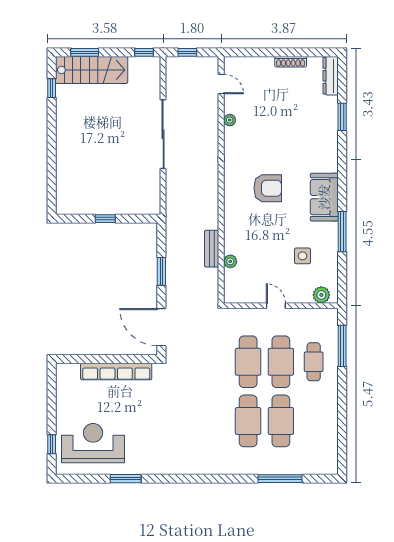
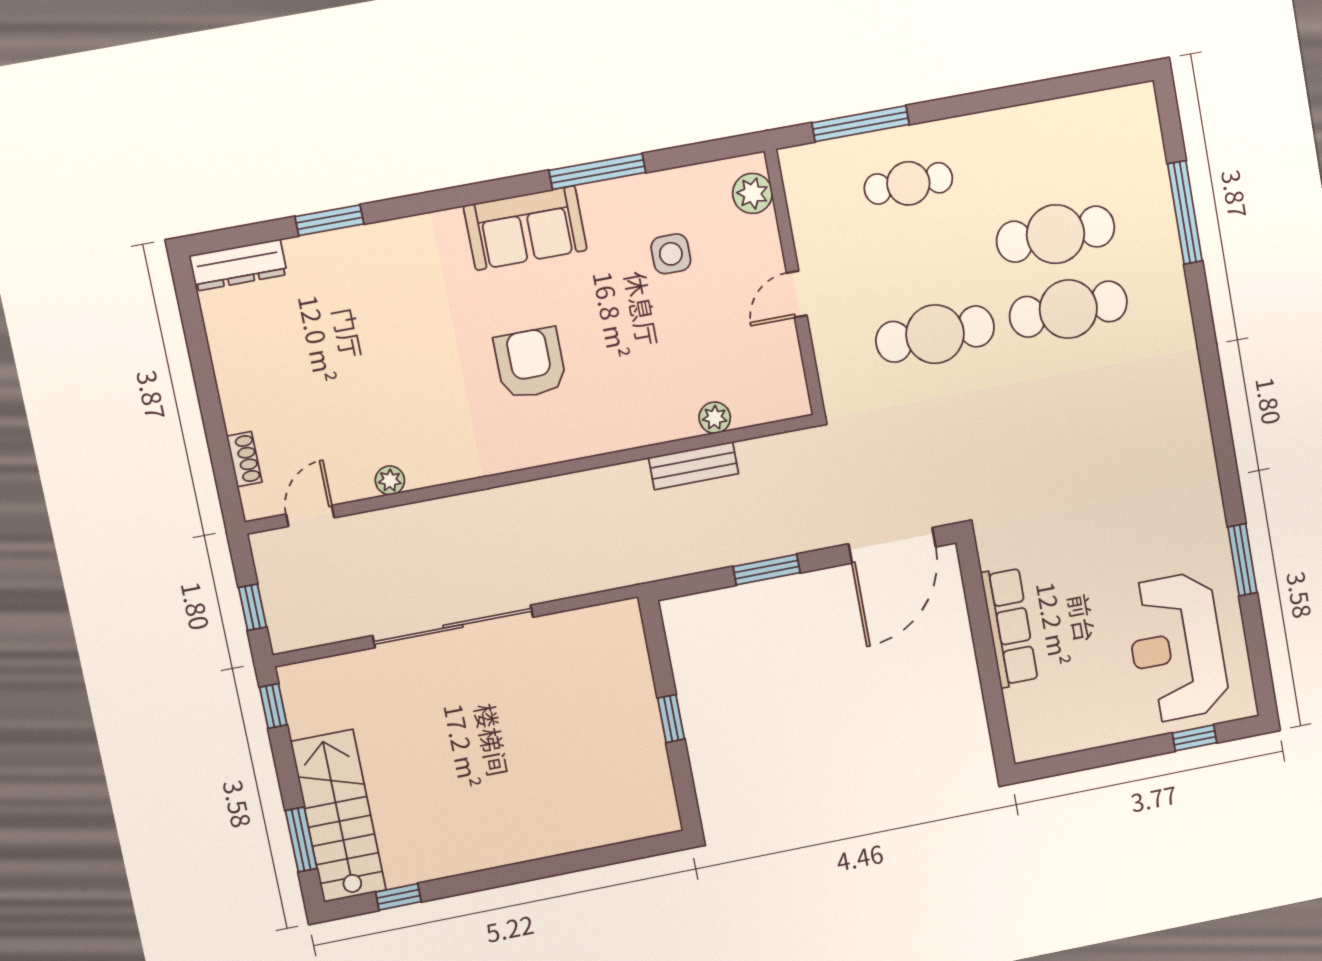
shoe rack: (291, 62) -> (244, 459), moved, width x0.70
cafe table: (281, 362) -> (922, 259), removed
row of seats: (116, 372) -> (1009, 627), width x0.73

